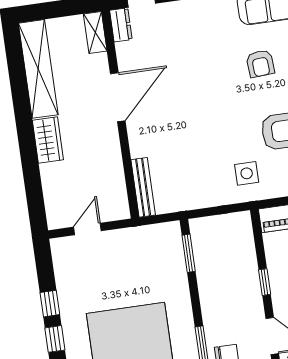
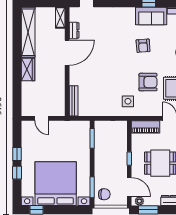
dresser: (121, 25) -> (74, 30), moved
door: (87, 229) -> (42, 118), swing flipped

